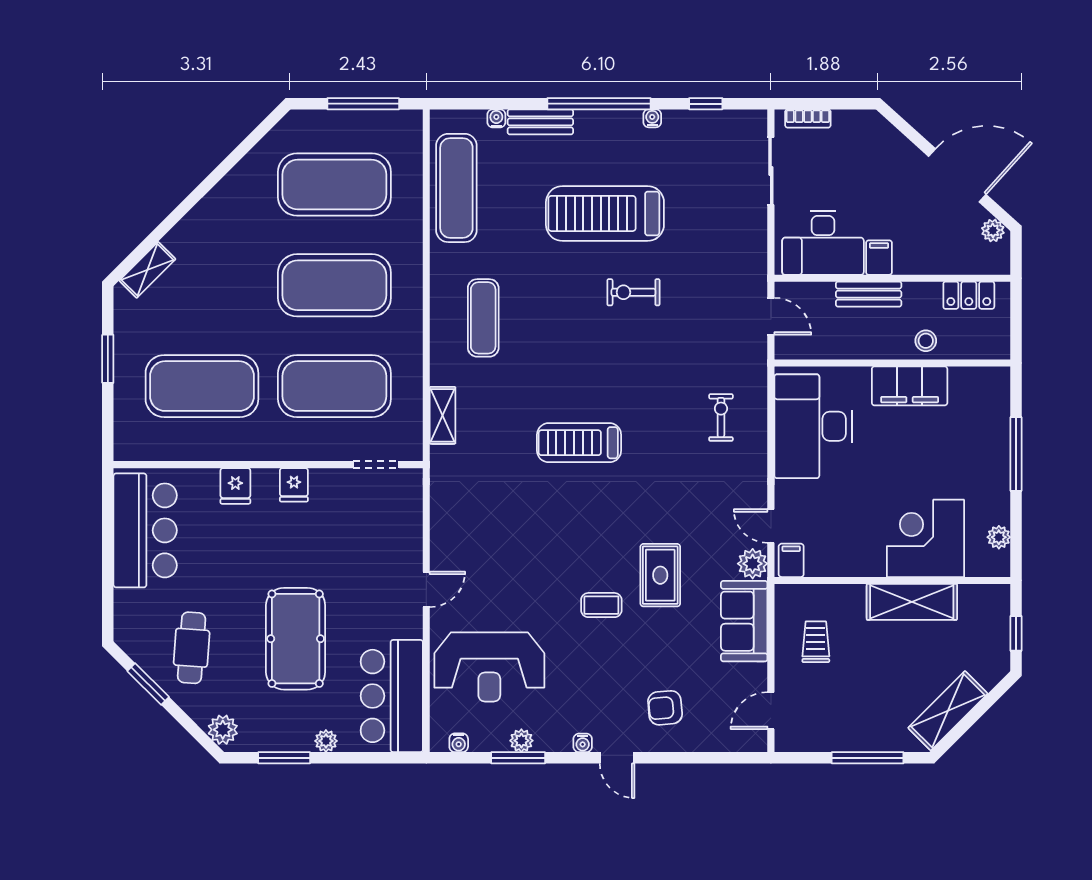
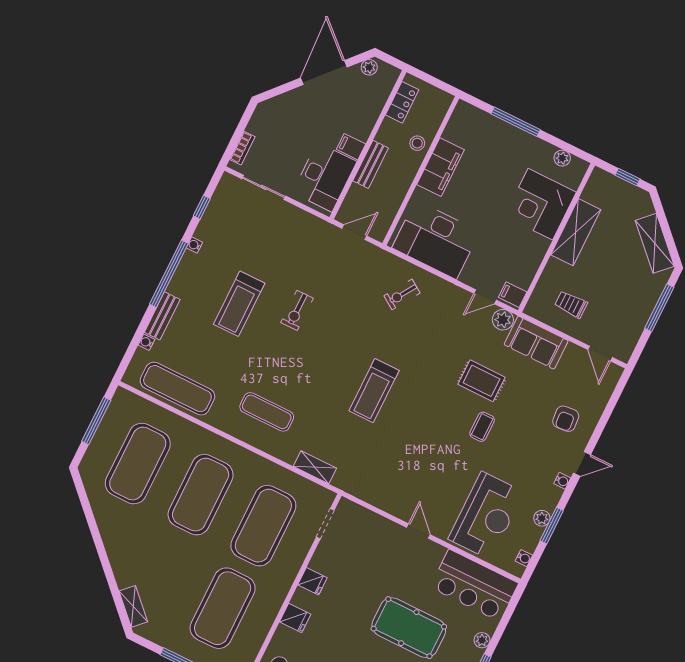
treadmill: (605, 213) -> (239, 304), width x0.73, depth x0.73
exercise bike: (721, 417) -> (402, 294), turned -57

